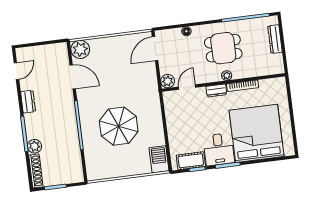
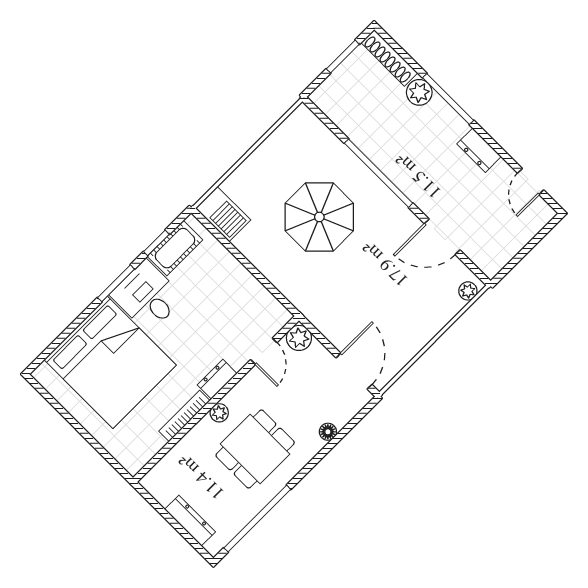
plant: (80, 49) -> (468, 291), width x0.53, depth x0.53

